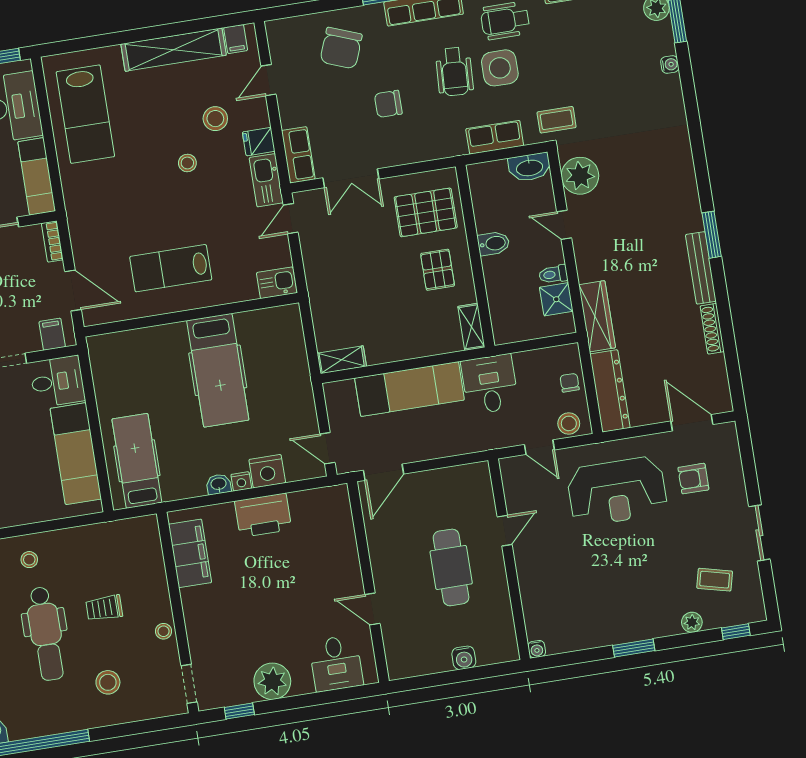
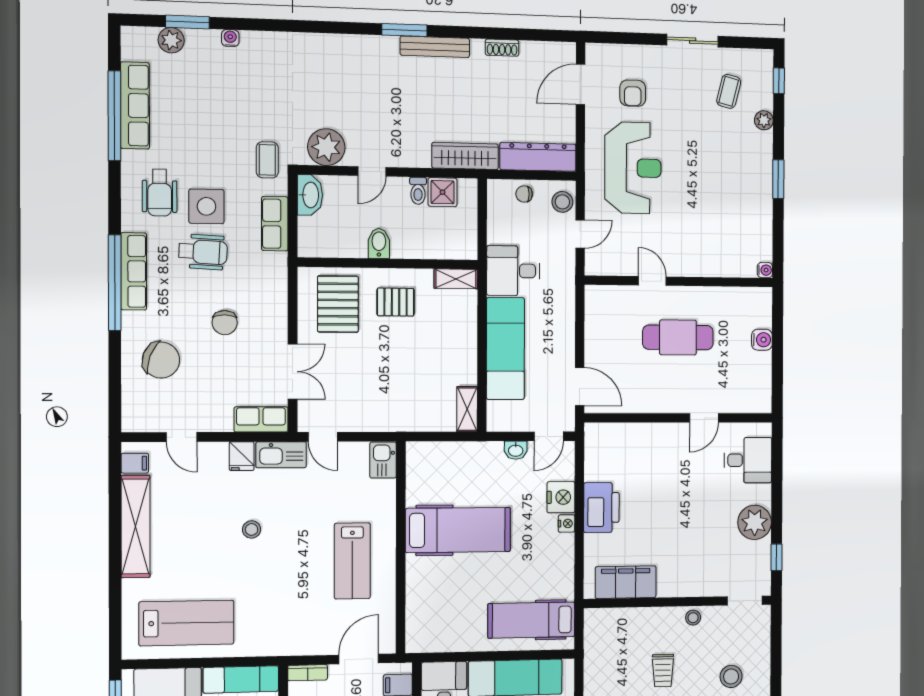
stool: (215, 119) -> (212, 495), removed
shoe rack: (712, 329) -> (502, 48), width x0.70
washbasin: (219, 484) -> (516, 450), moved, turned -90

